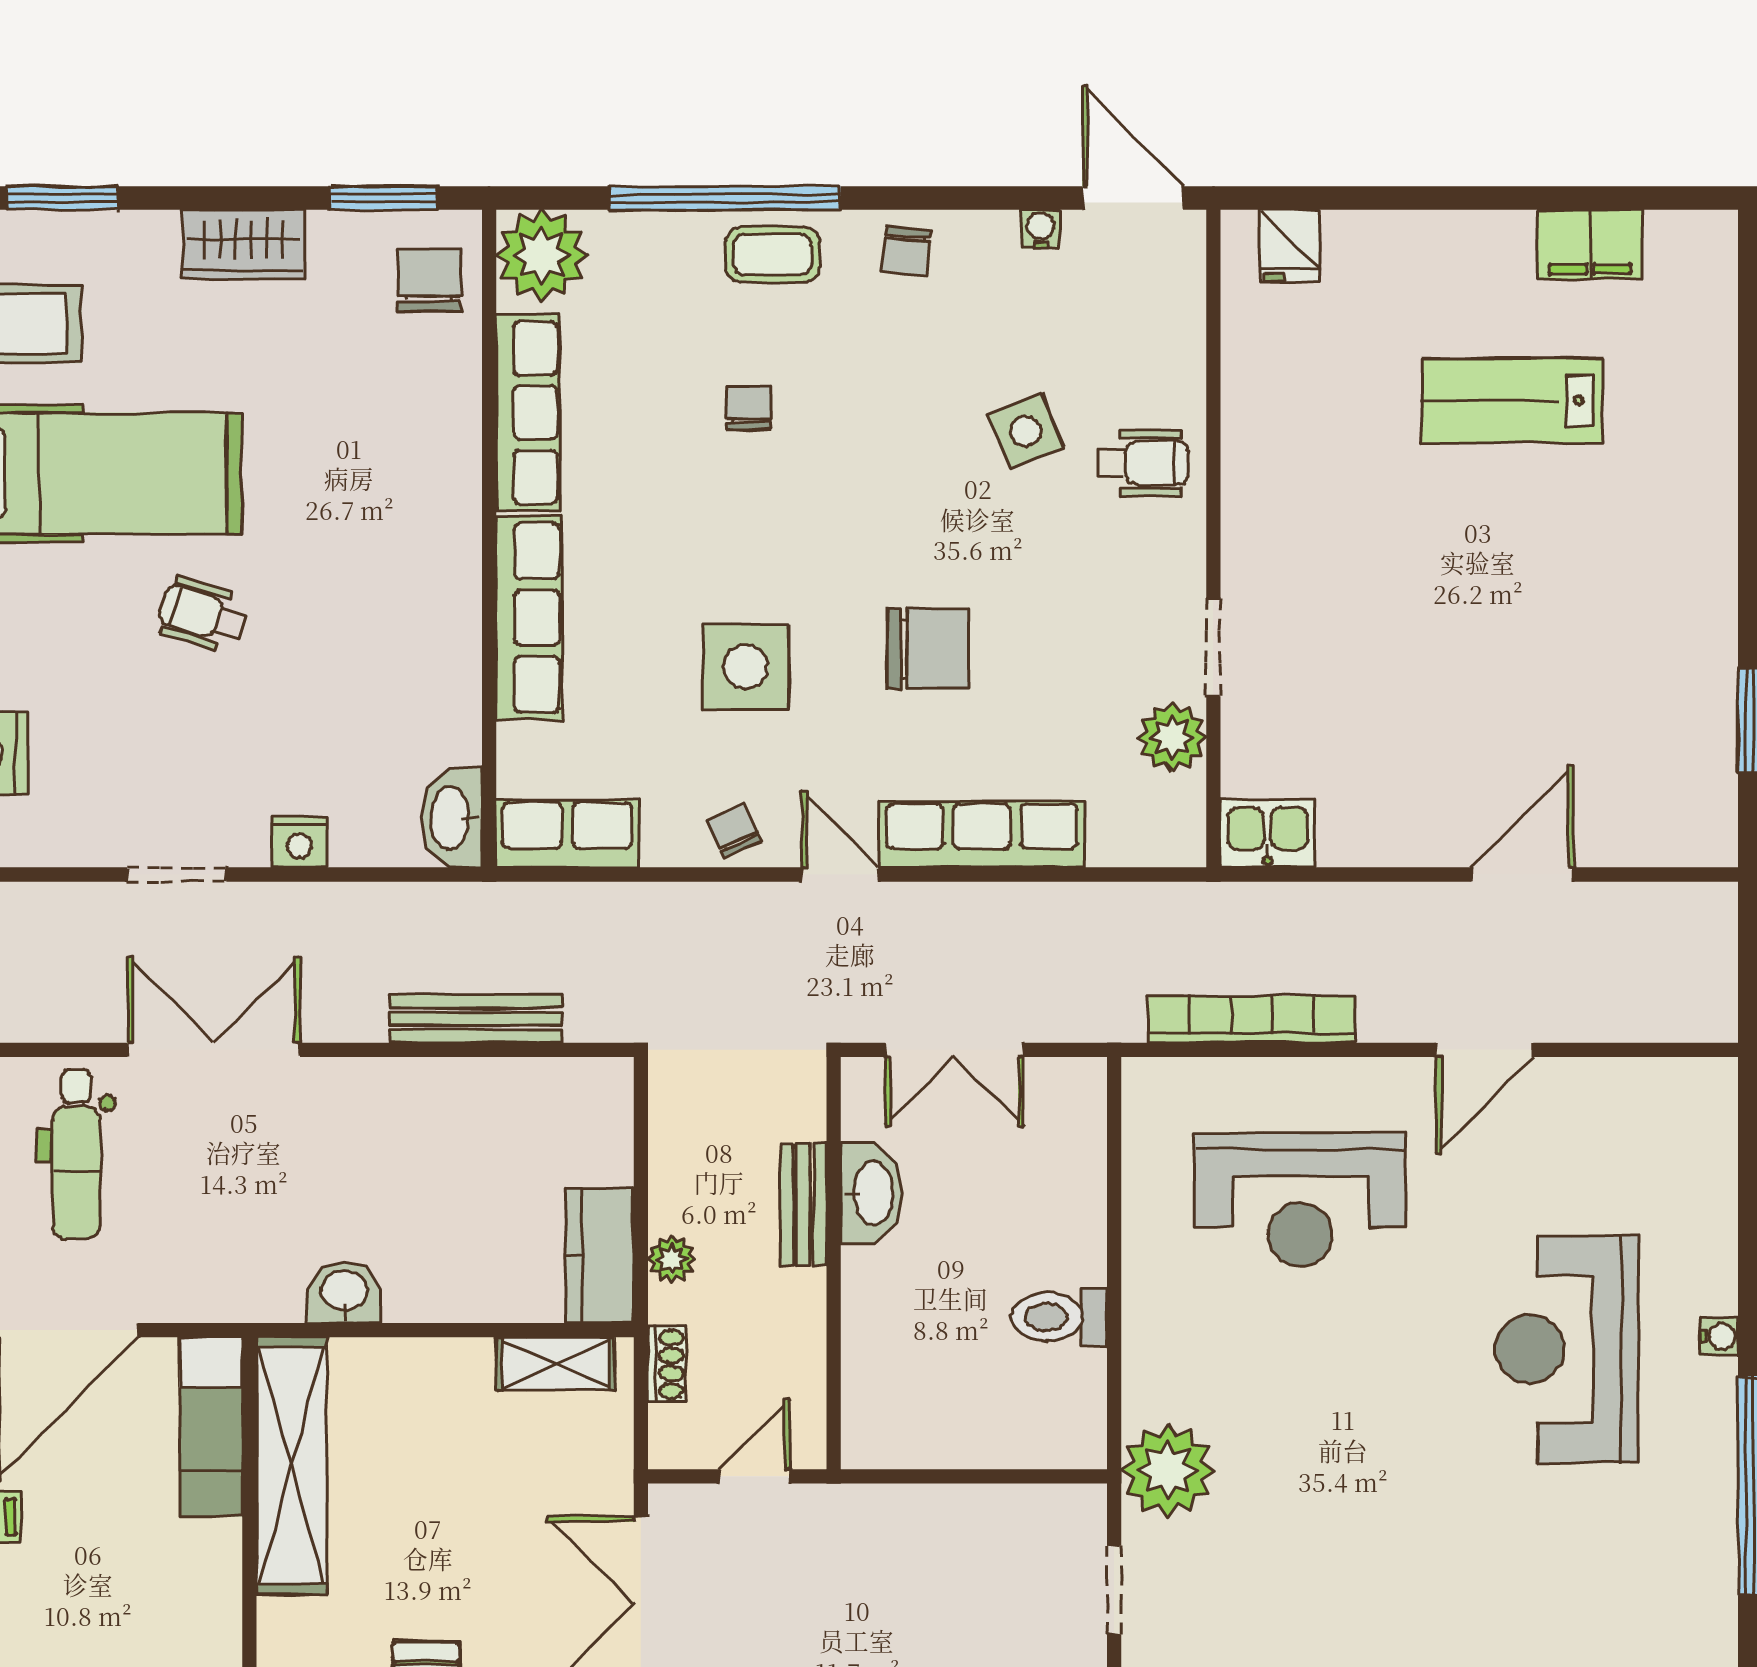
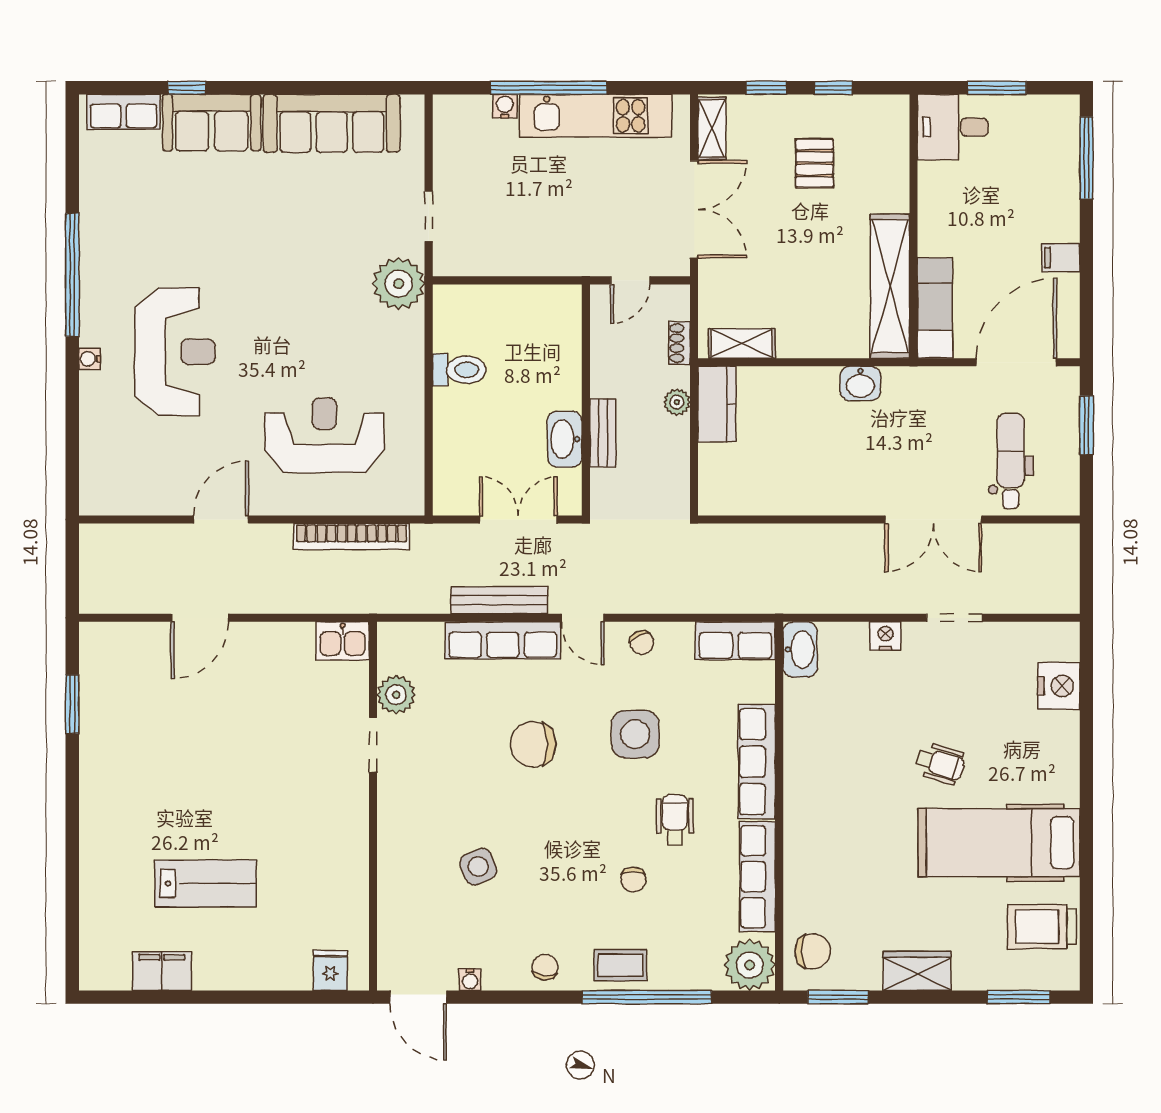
chair: (429, 280) -> (813, 951), turned -90
wheelchair: (1144, 463) -> (675, 820), moved, turned 90
bench: (476, 1019) -> (499, 600), moved

